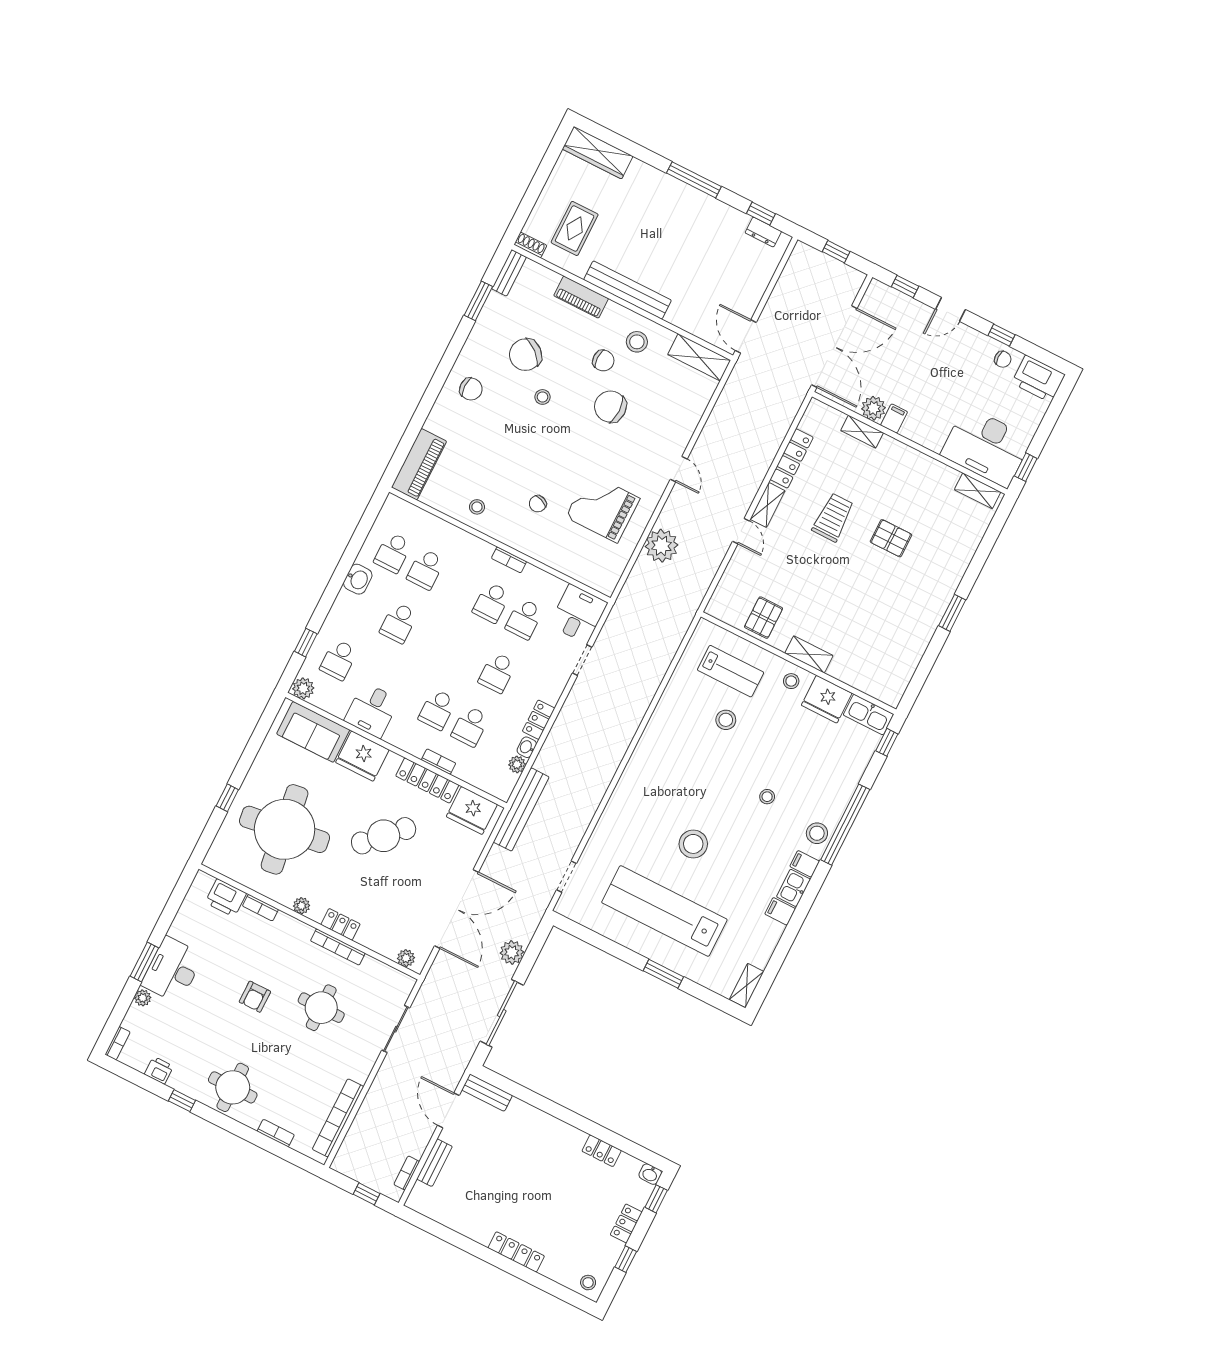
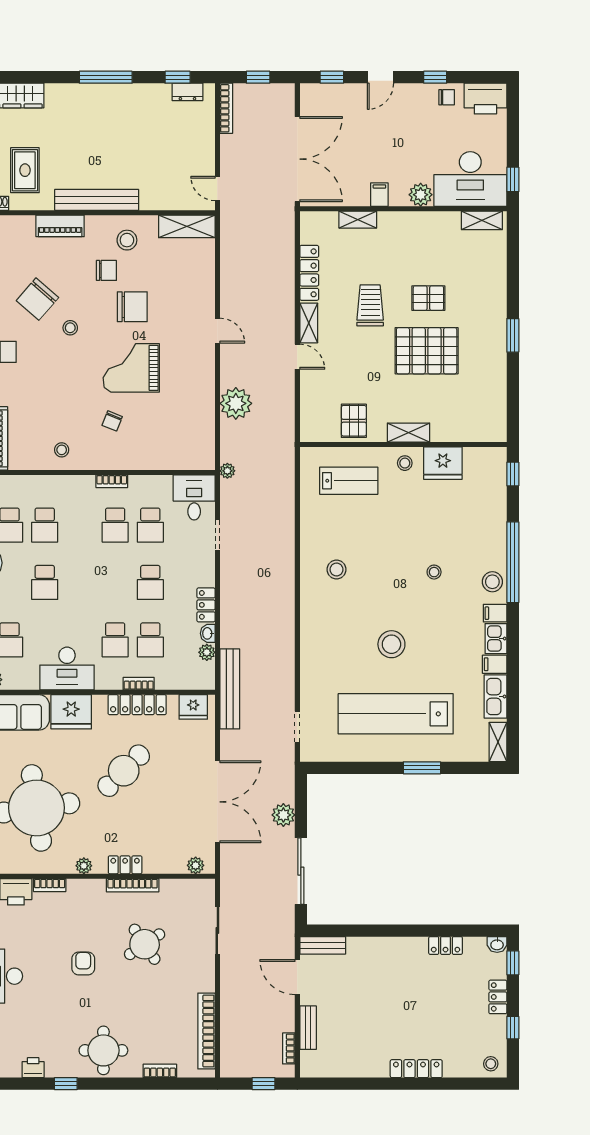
bookcase: (792, 266) -> (226, 108), added
door: (746, 336) -> (217, 189), width x0.73
chair: (610, 407) -> (132, 307), turned 180
plant: (873, 408) -> (421, 195), moved
grand piano: (603, 508) -> (131, 368), moved
pallet: (864, 586) -> (427, 351), added
plant: (622, 605) -> (227, 471), added
desk: (372, 710) -> (67, 669), width x1.37
kitchen sink: (869, 715) -> (495, 697), moved, turned 90
stool: (726, 720) -> (337, 570), moved
fridge: (472, 810) -> (193, 707), width x0.73, depth x0.75
armchair: (255, 997) -> (83, 963), turned 180
round table: (321, 1008) -> (145, 944), turned -34

